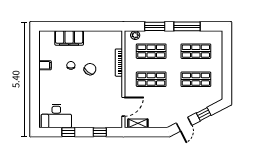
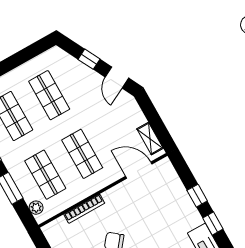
door: (184, 124) -> (117, 77), swing flipped
window: (100, 132) -> (197, 196), moved

